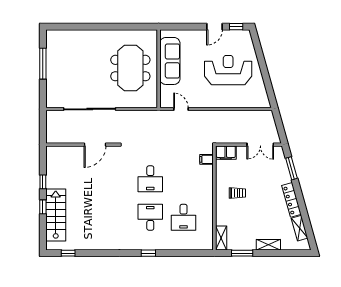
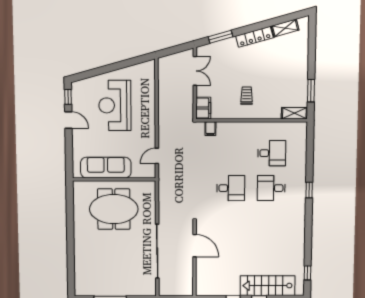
shelving: (268, 245) -> (303, 62), removed

